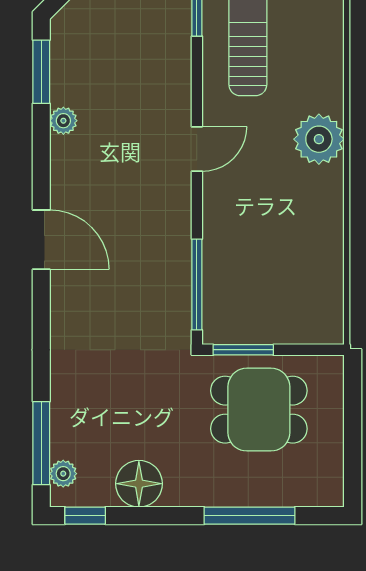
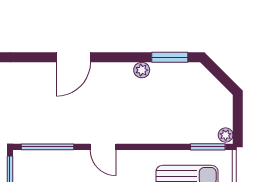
door: (197, 149) -> (103, 147), moved

